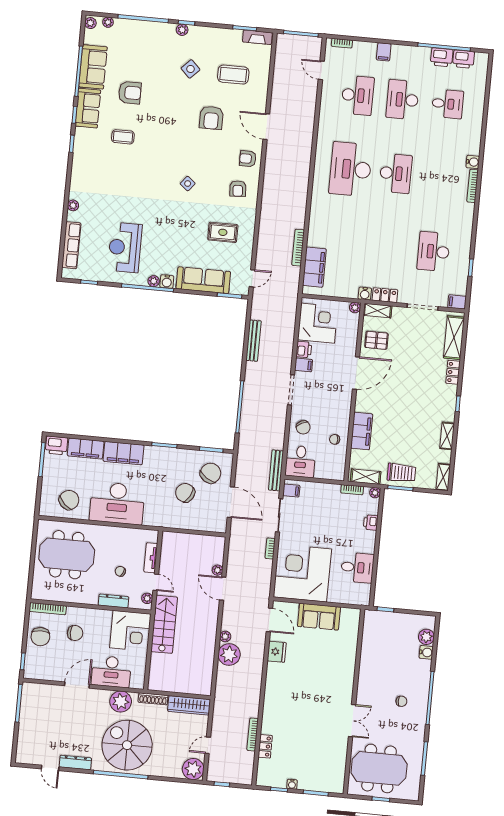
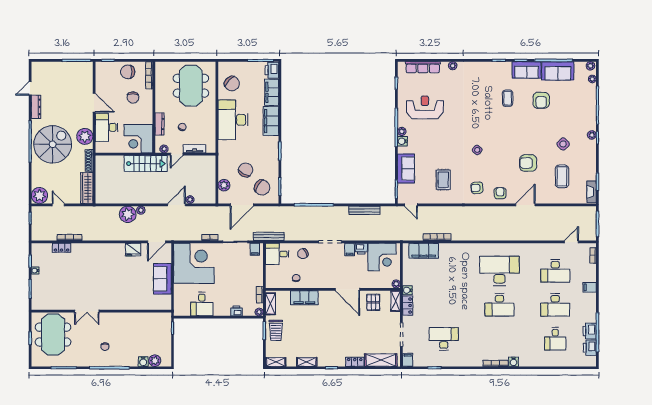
desk: (403, 100) -> (555, 305), turned 180
sofa: (203, 280) -> (406, 169), width x0.73
plant: (203, 523) -> (224, 185), added

